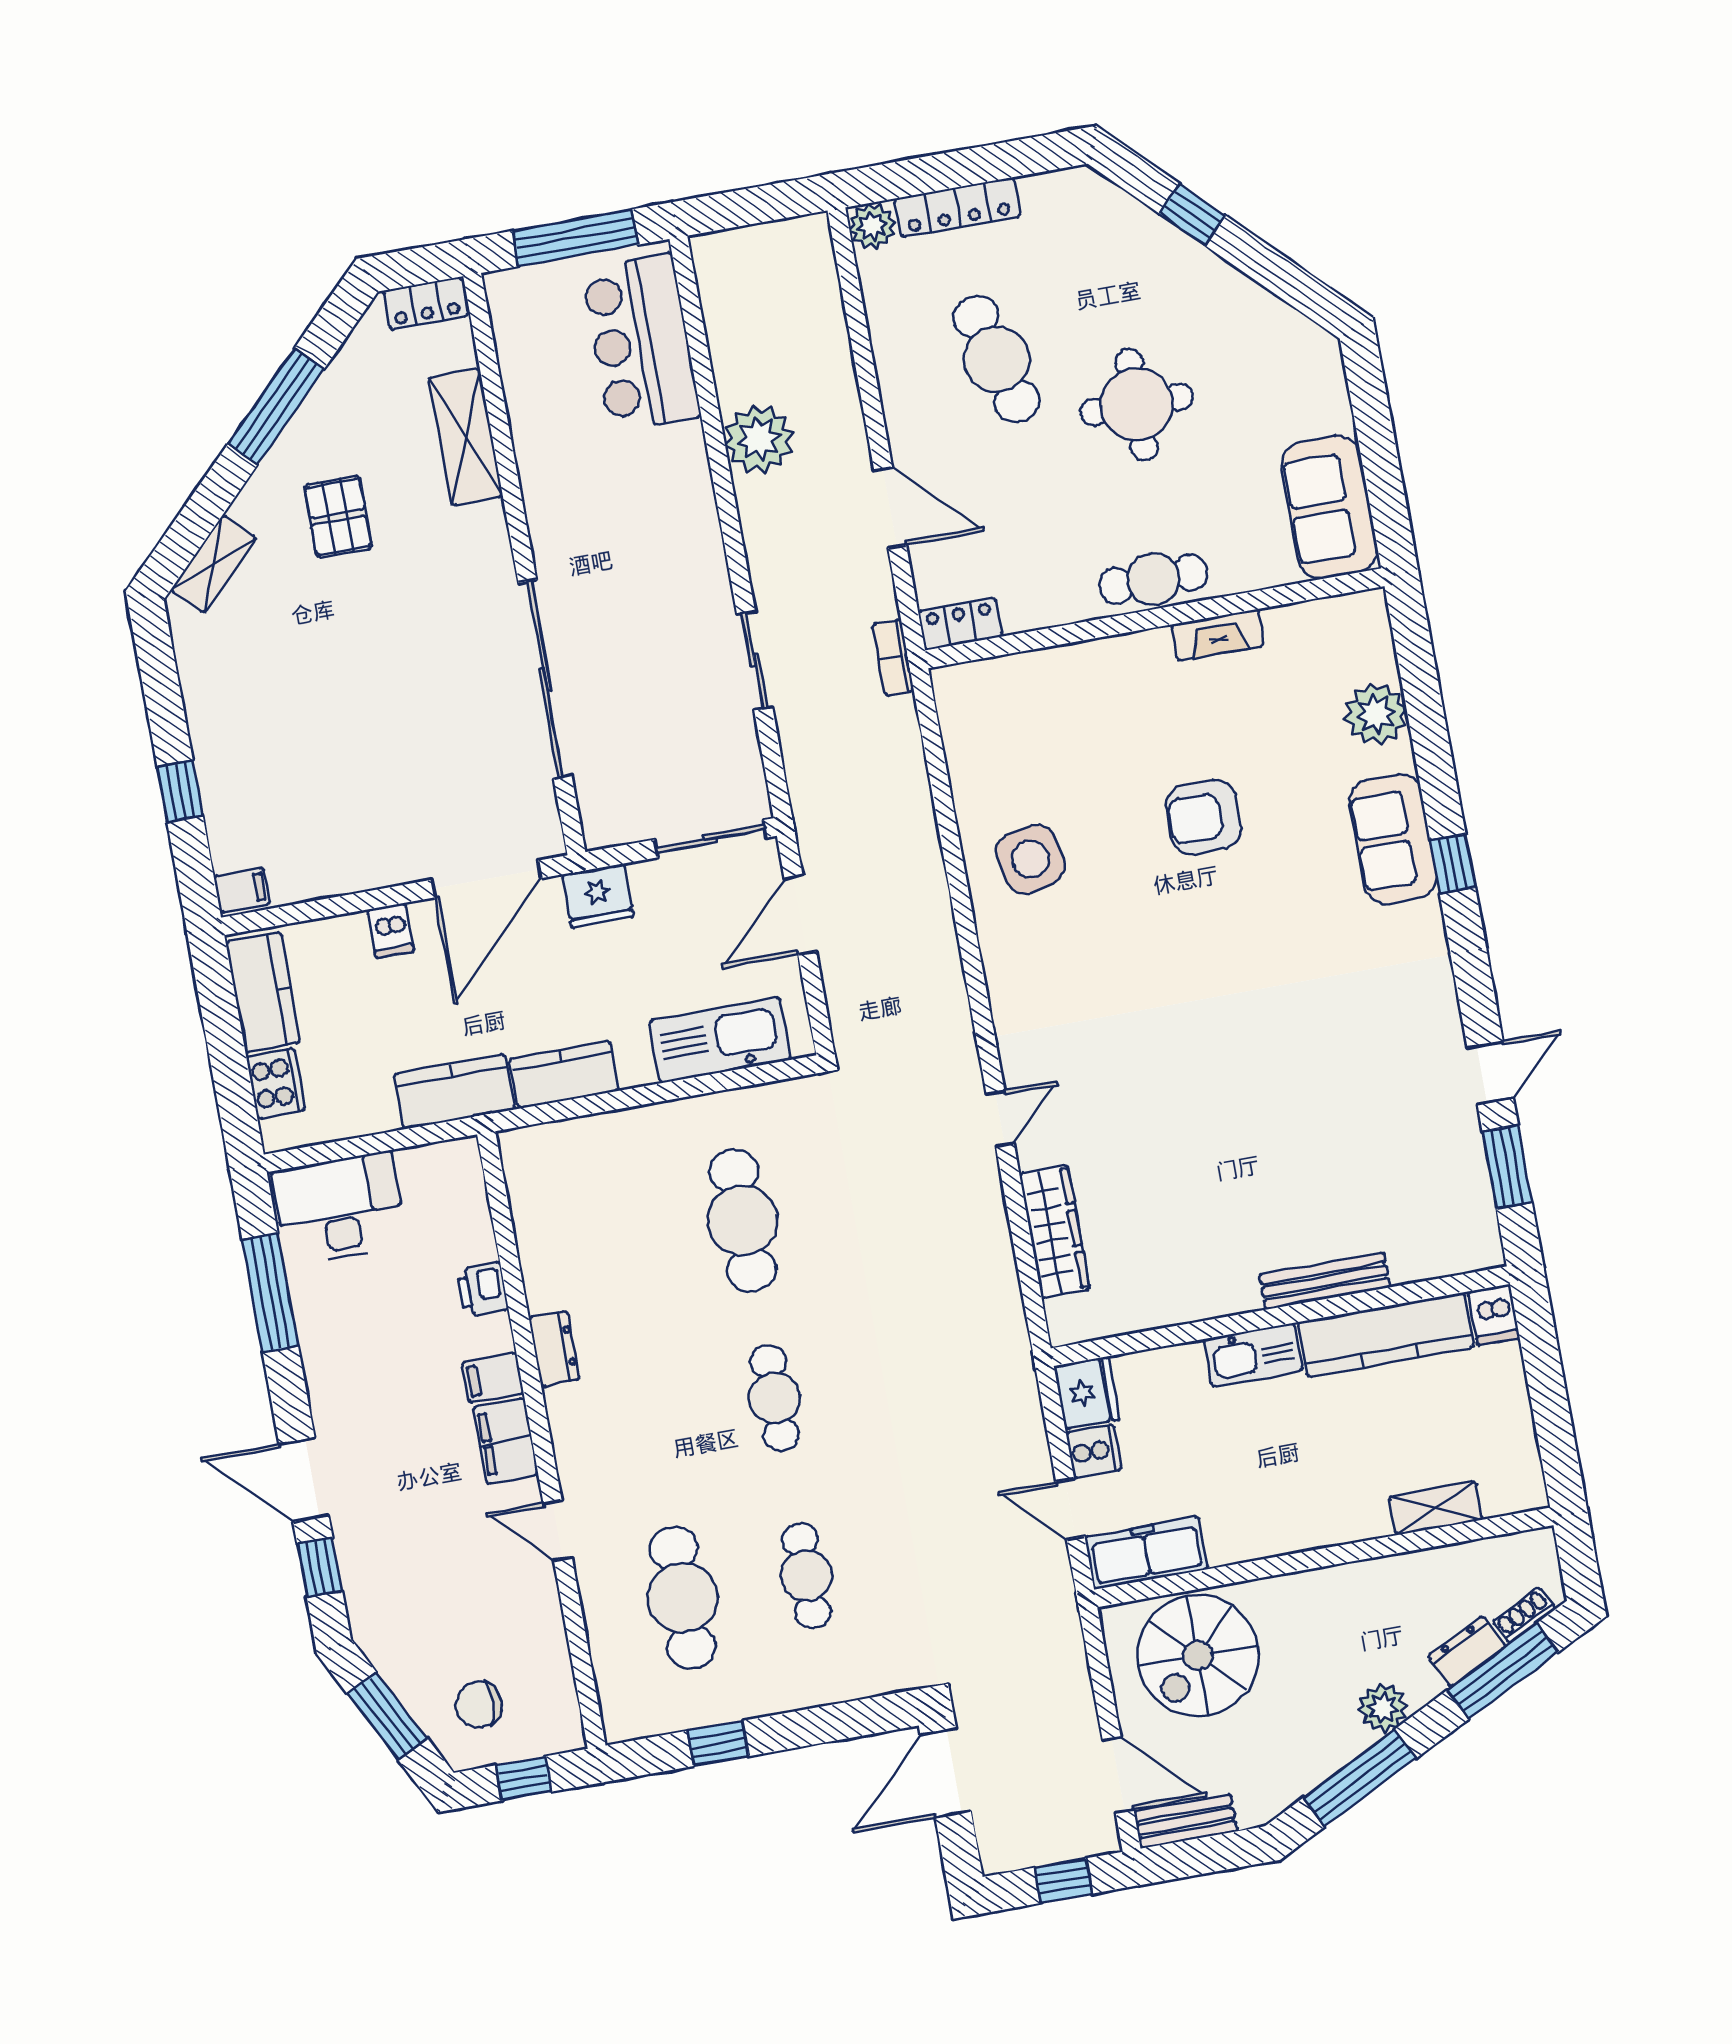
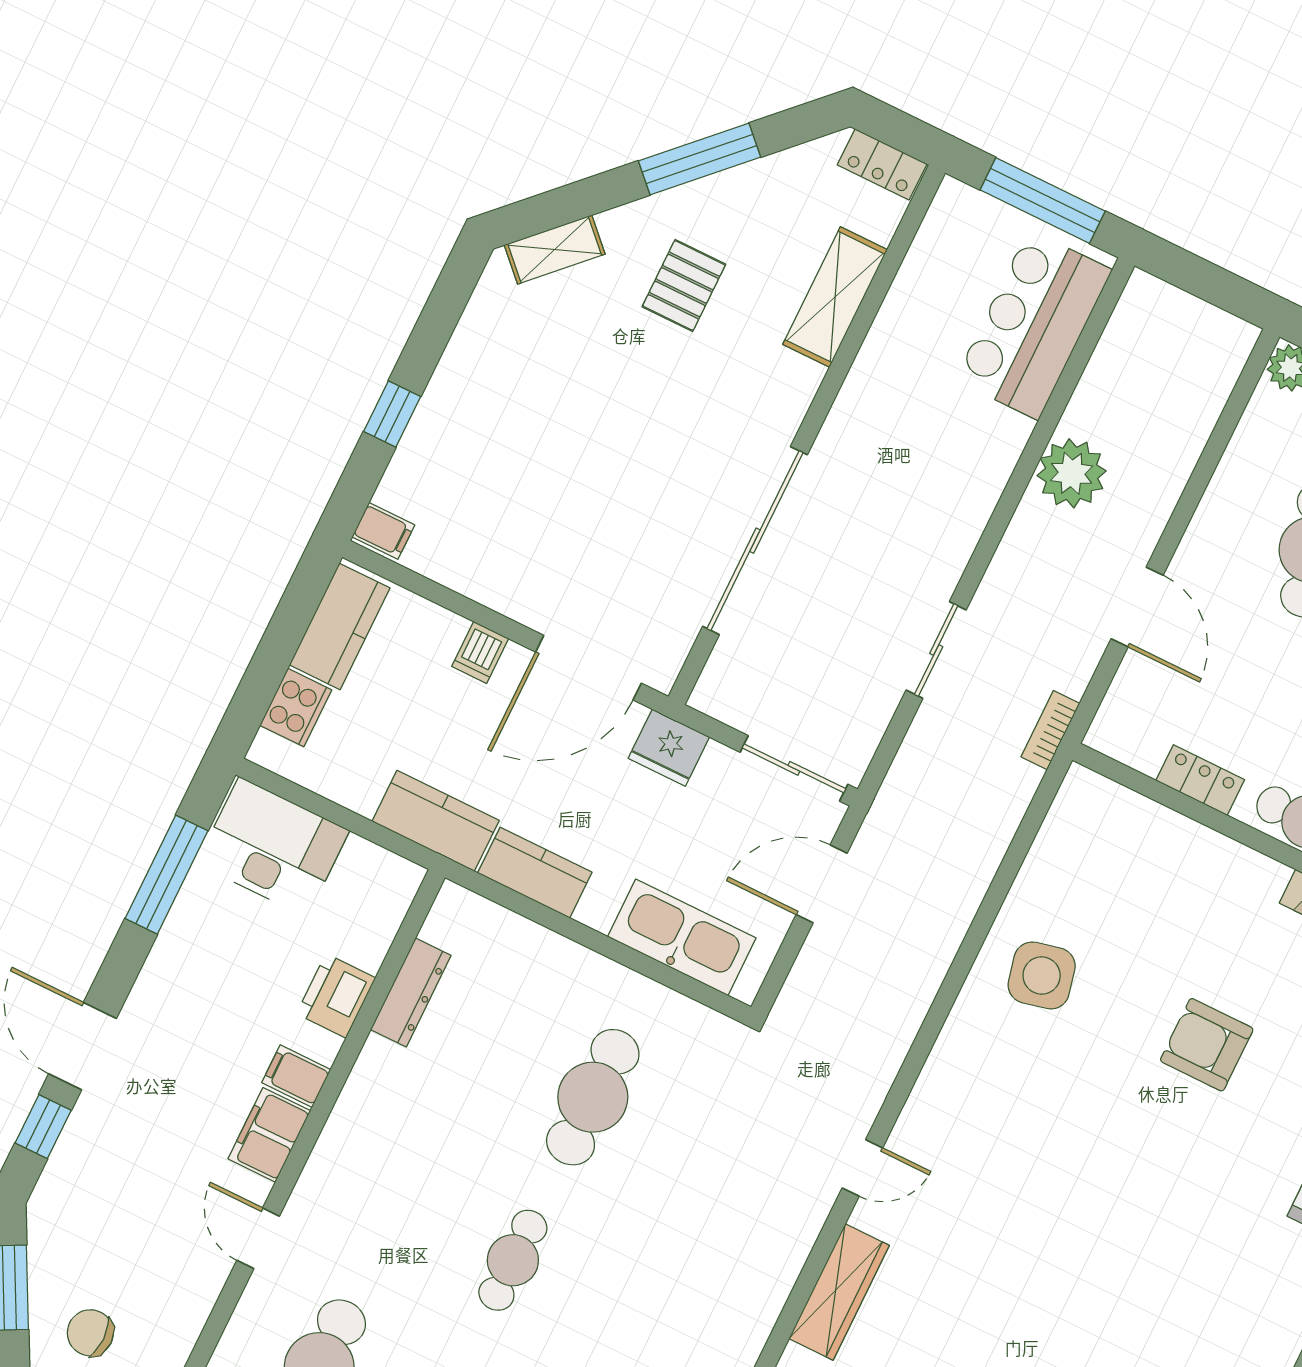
locker: (960, 624) -> (1200, 780), moved
printer: (483, 1289) -> (336, 996), width x1.36, depth x1.24
dresser: (554, 1349) -> (411, 993), moved, width x1.44

